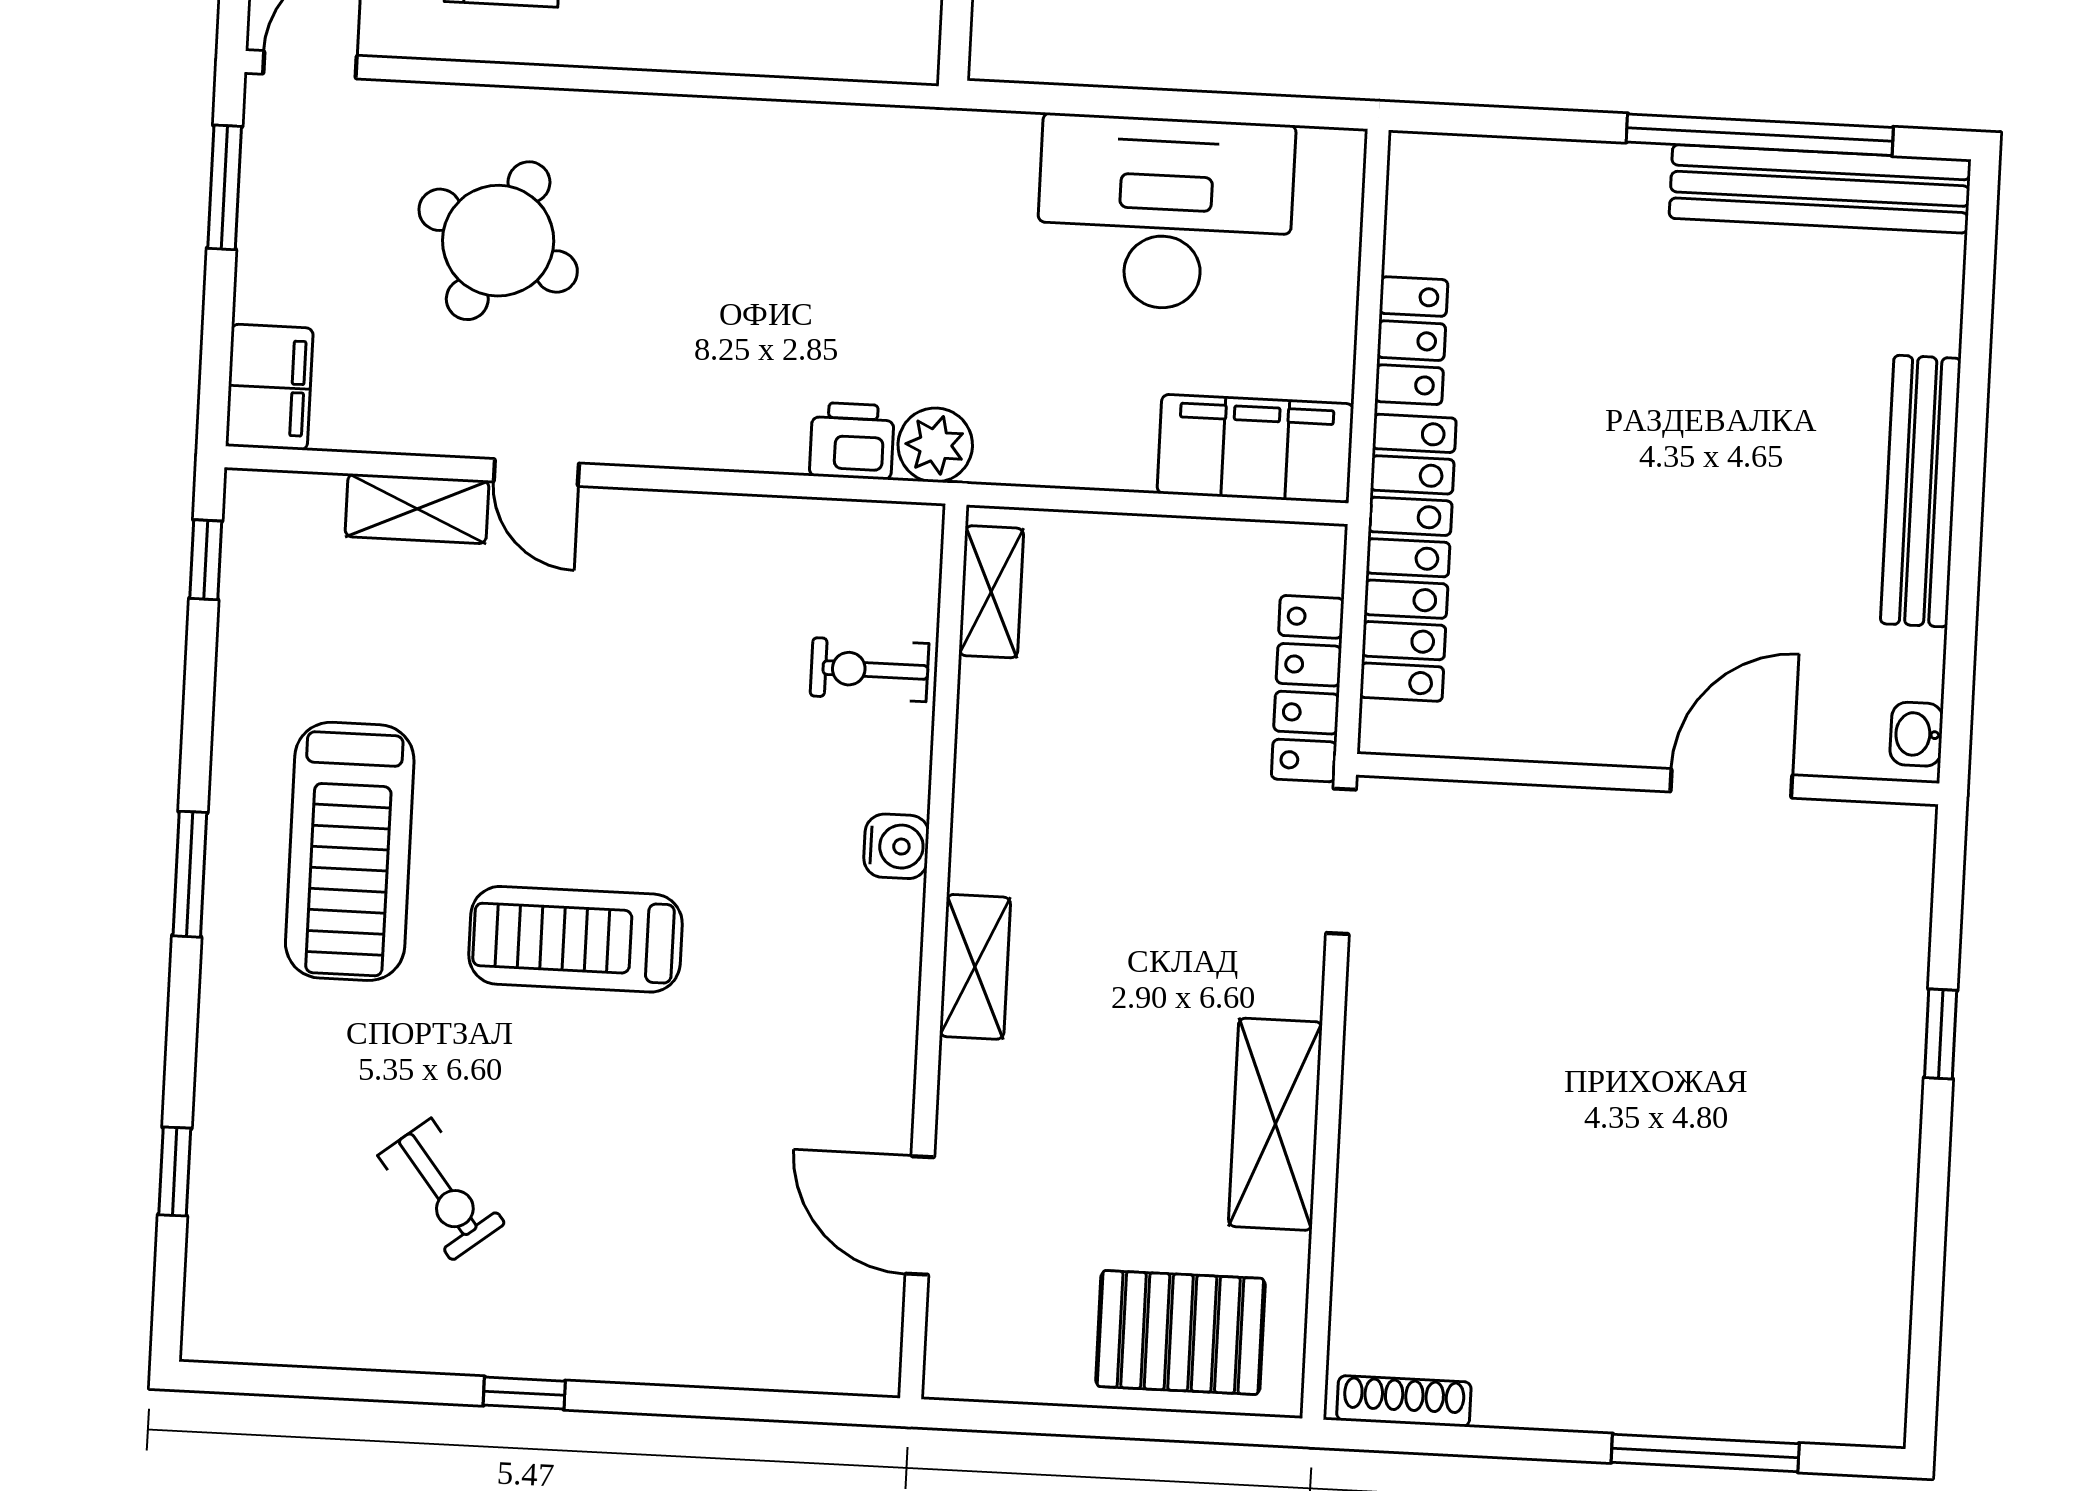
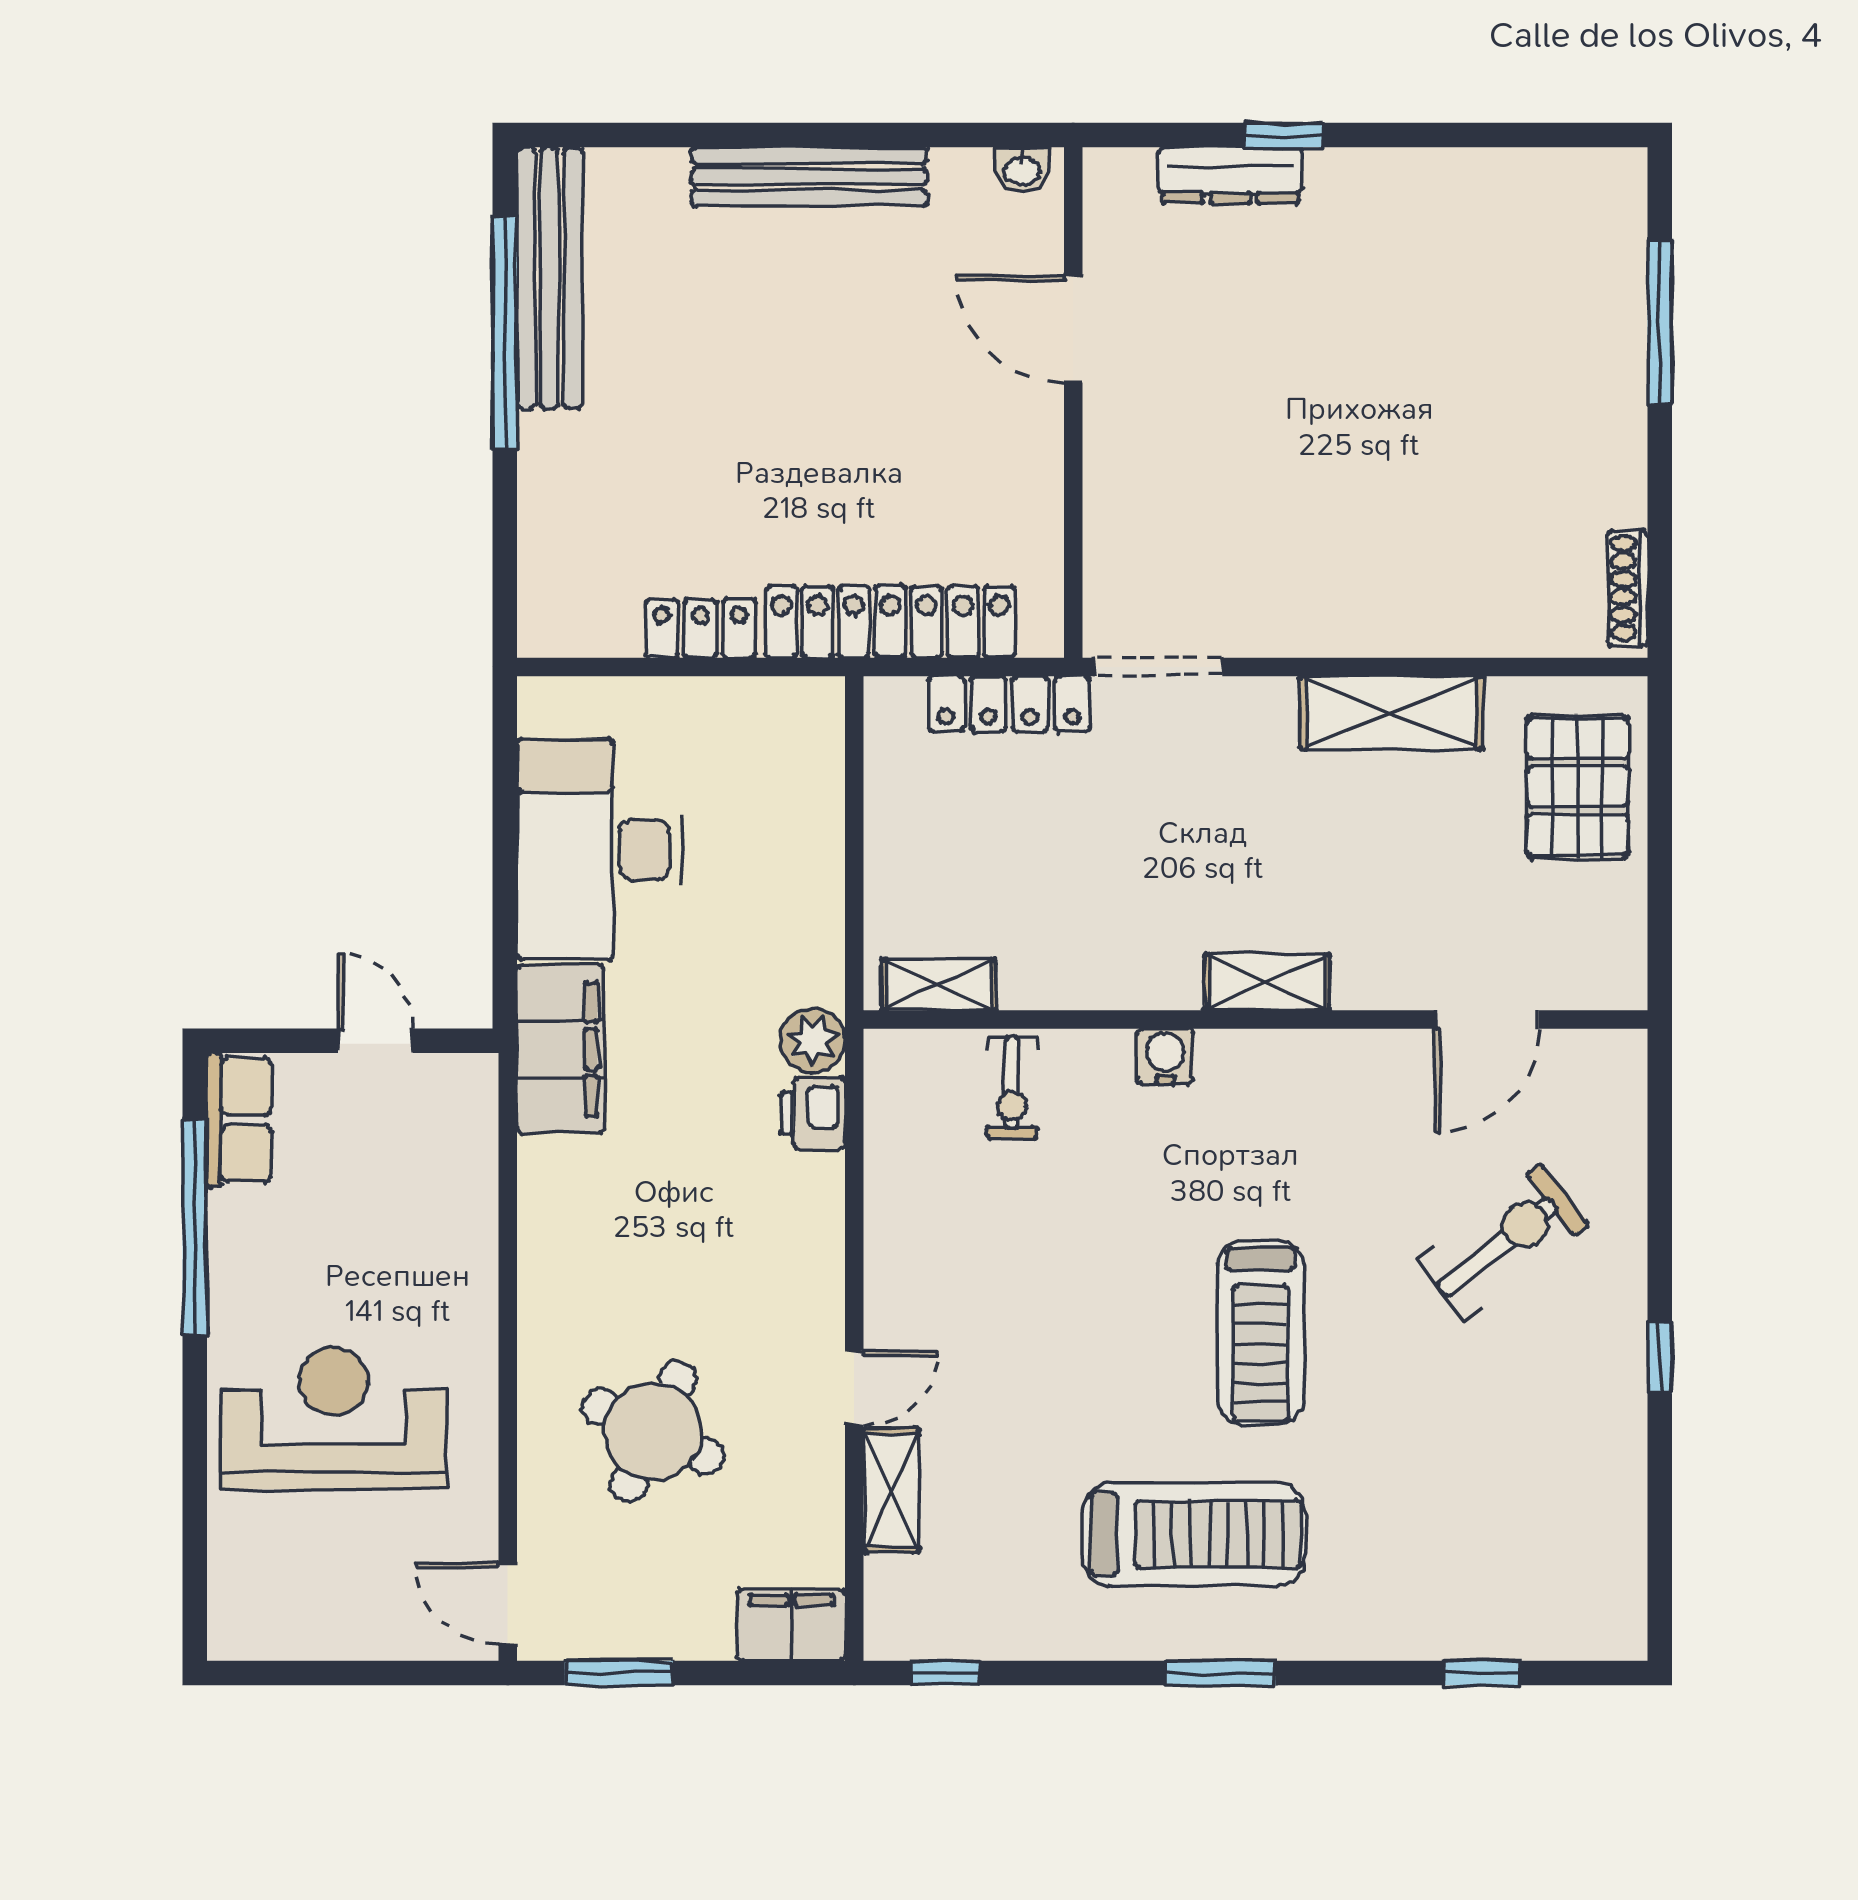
filing cabinet: (1255, 449) -> (561, 1049), moved, turned 180
dresser: (1898, 971) -> (1230, 175), added
exercise bike: (441, 1189) -> (1503, 1242), moved, width x1.38, depth x1.39

